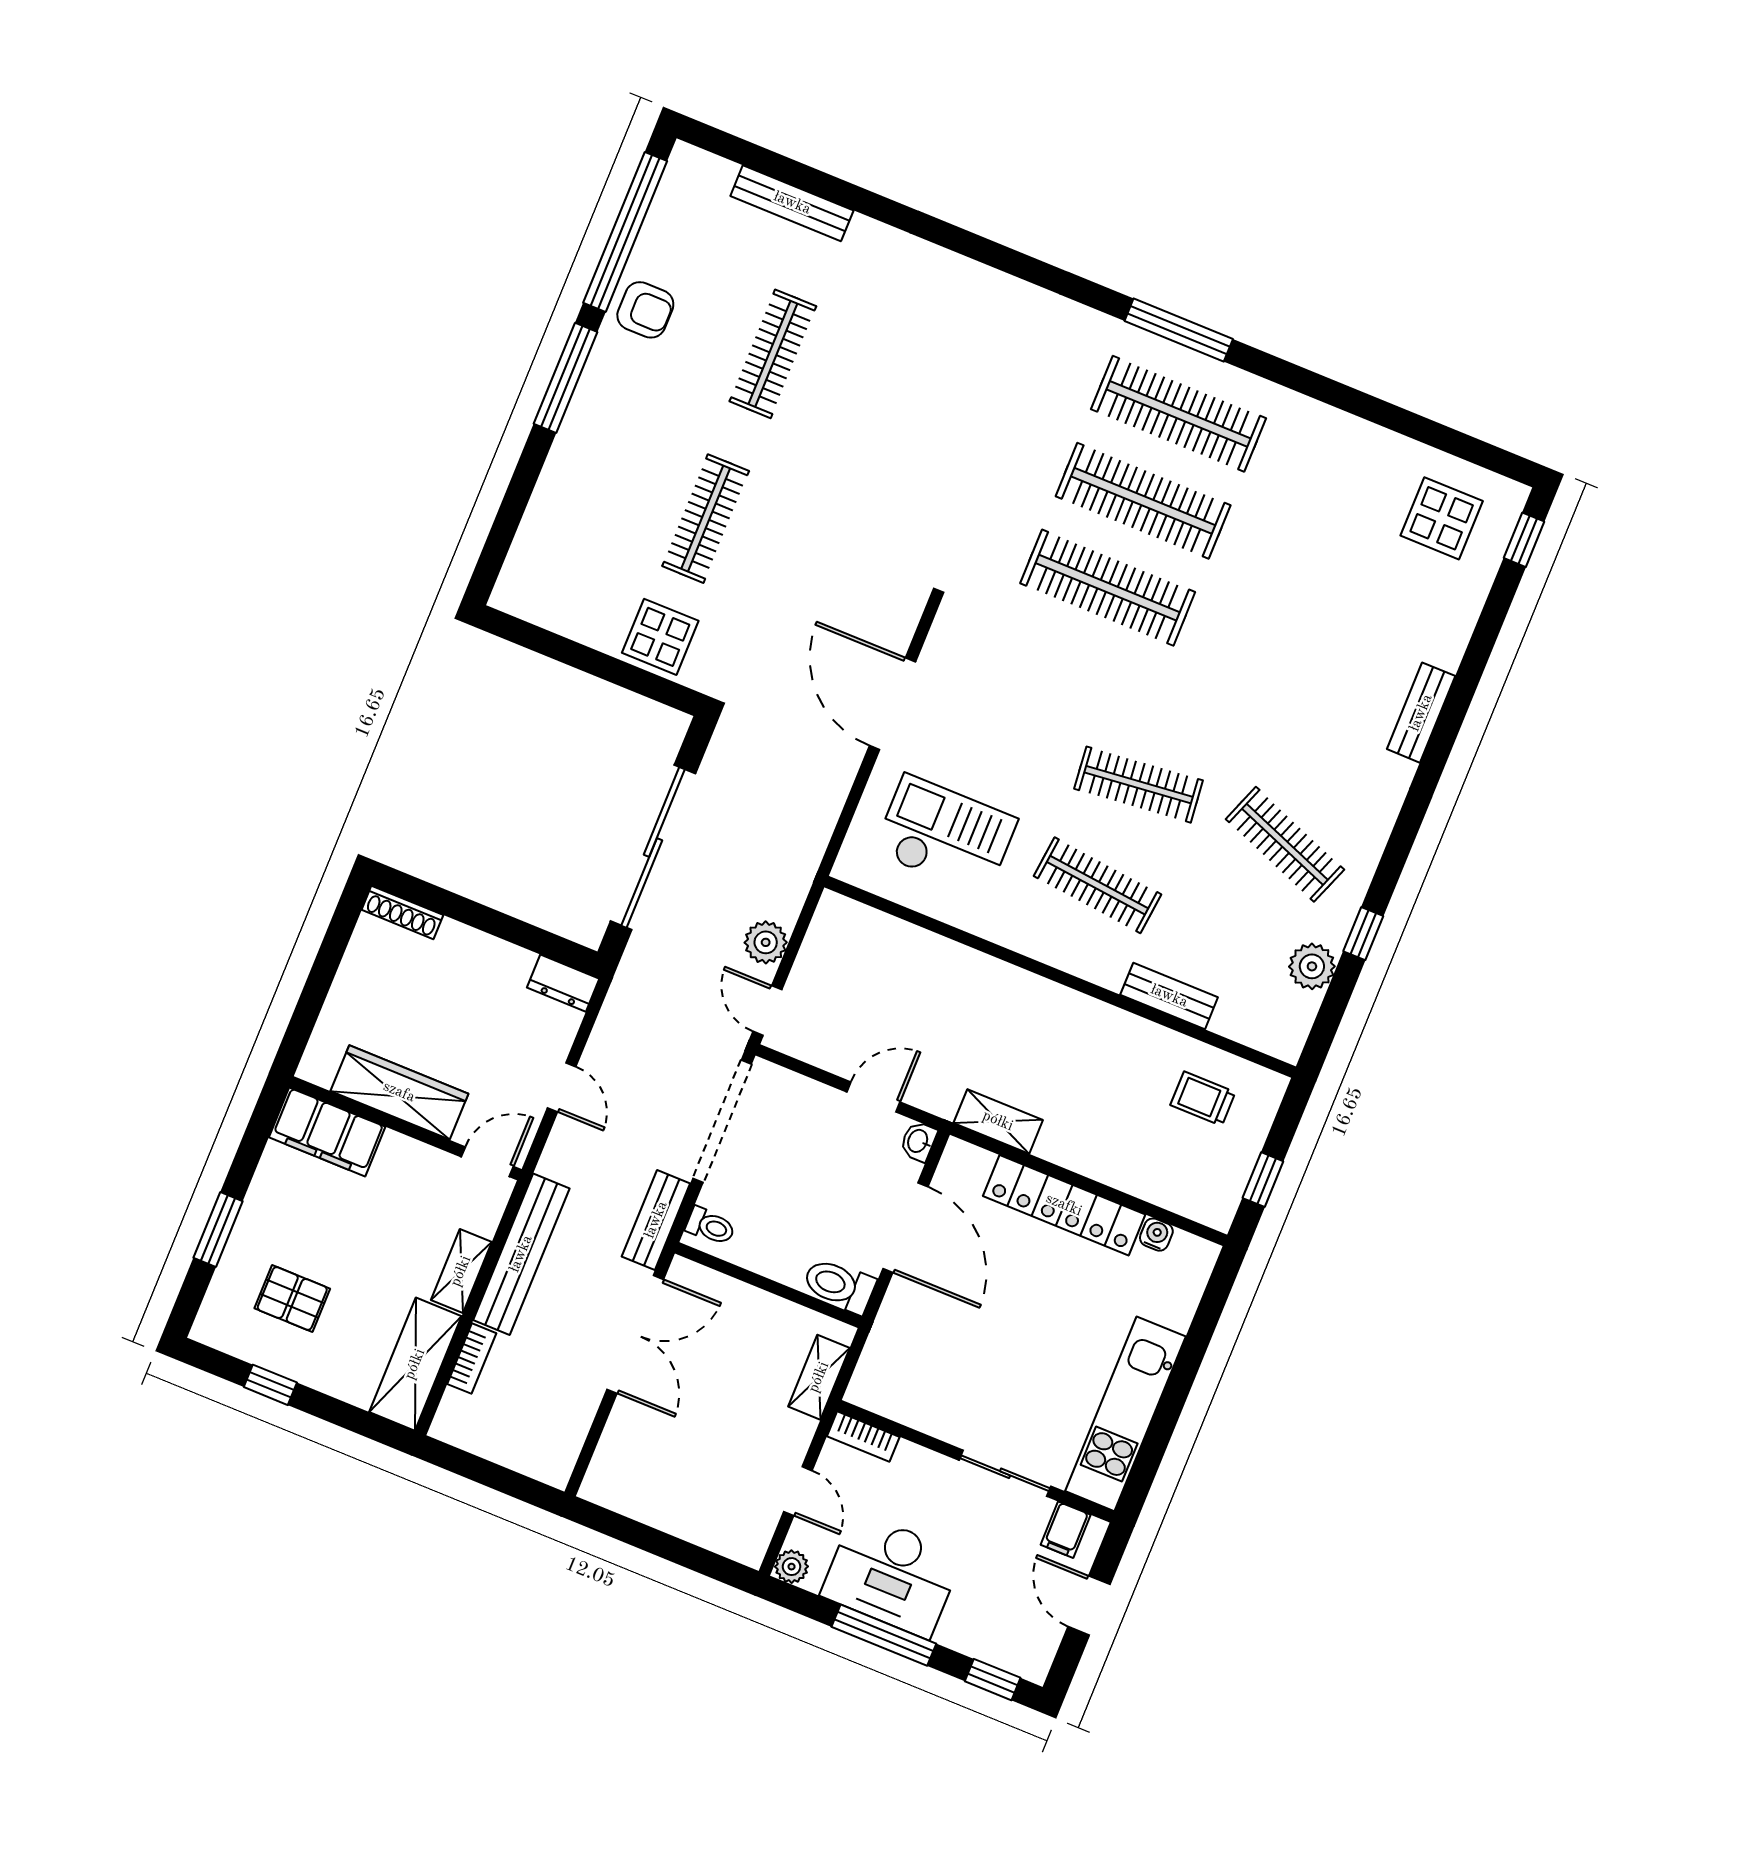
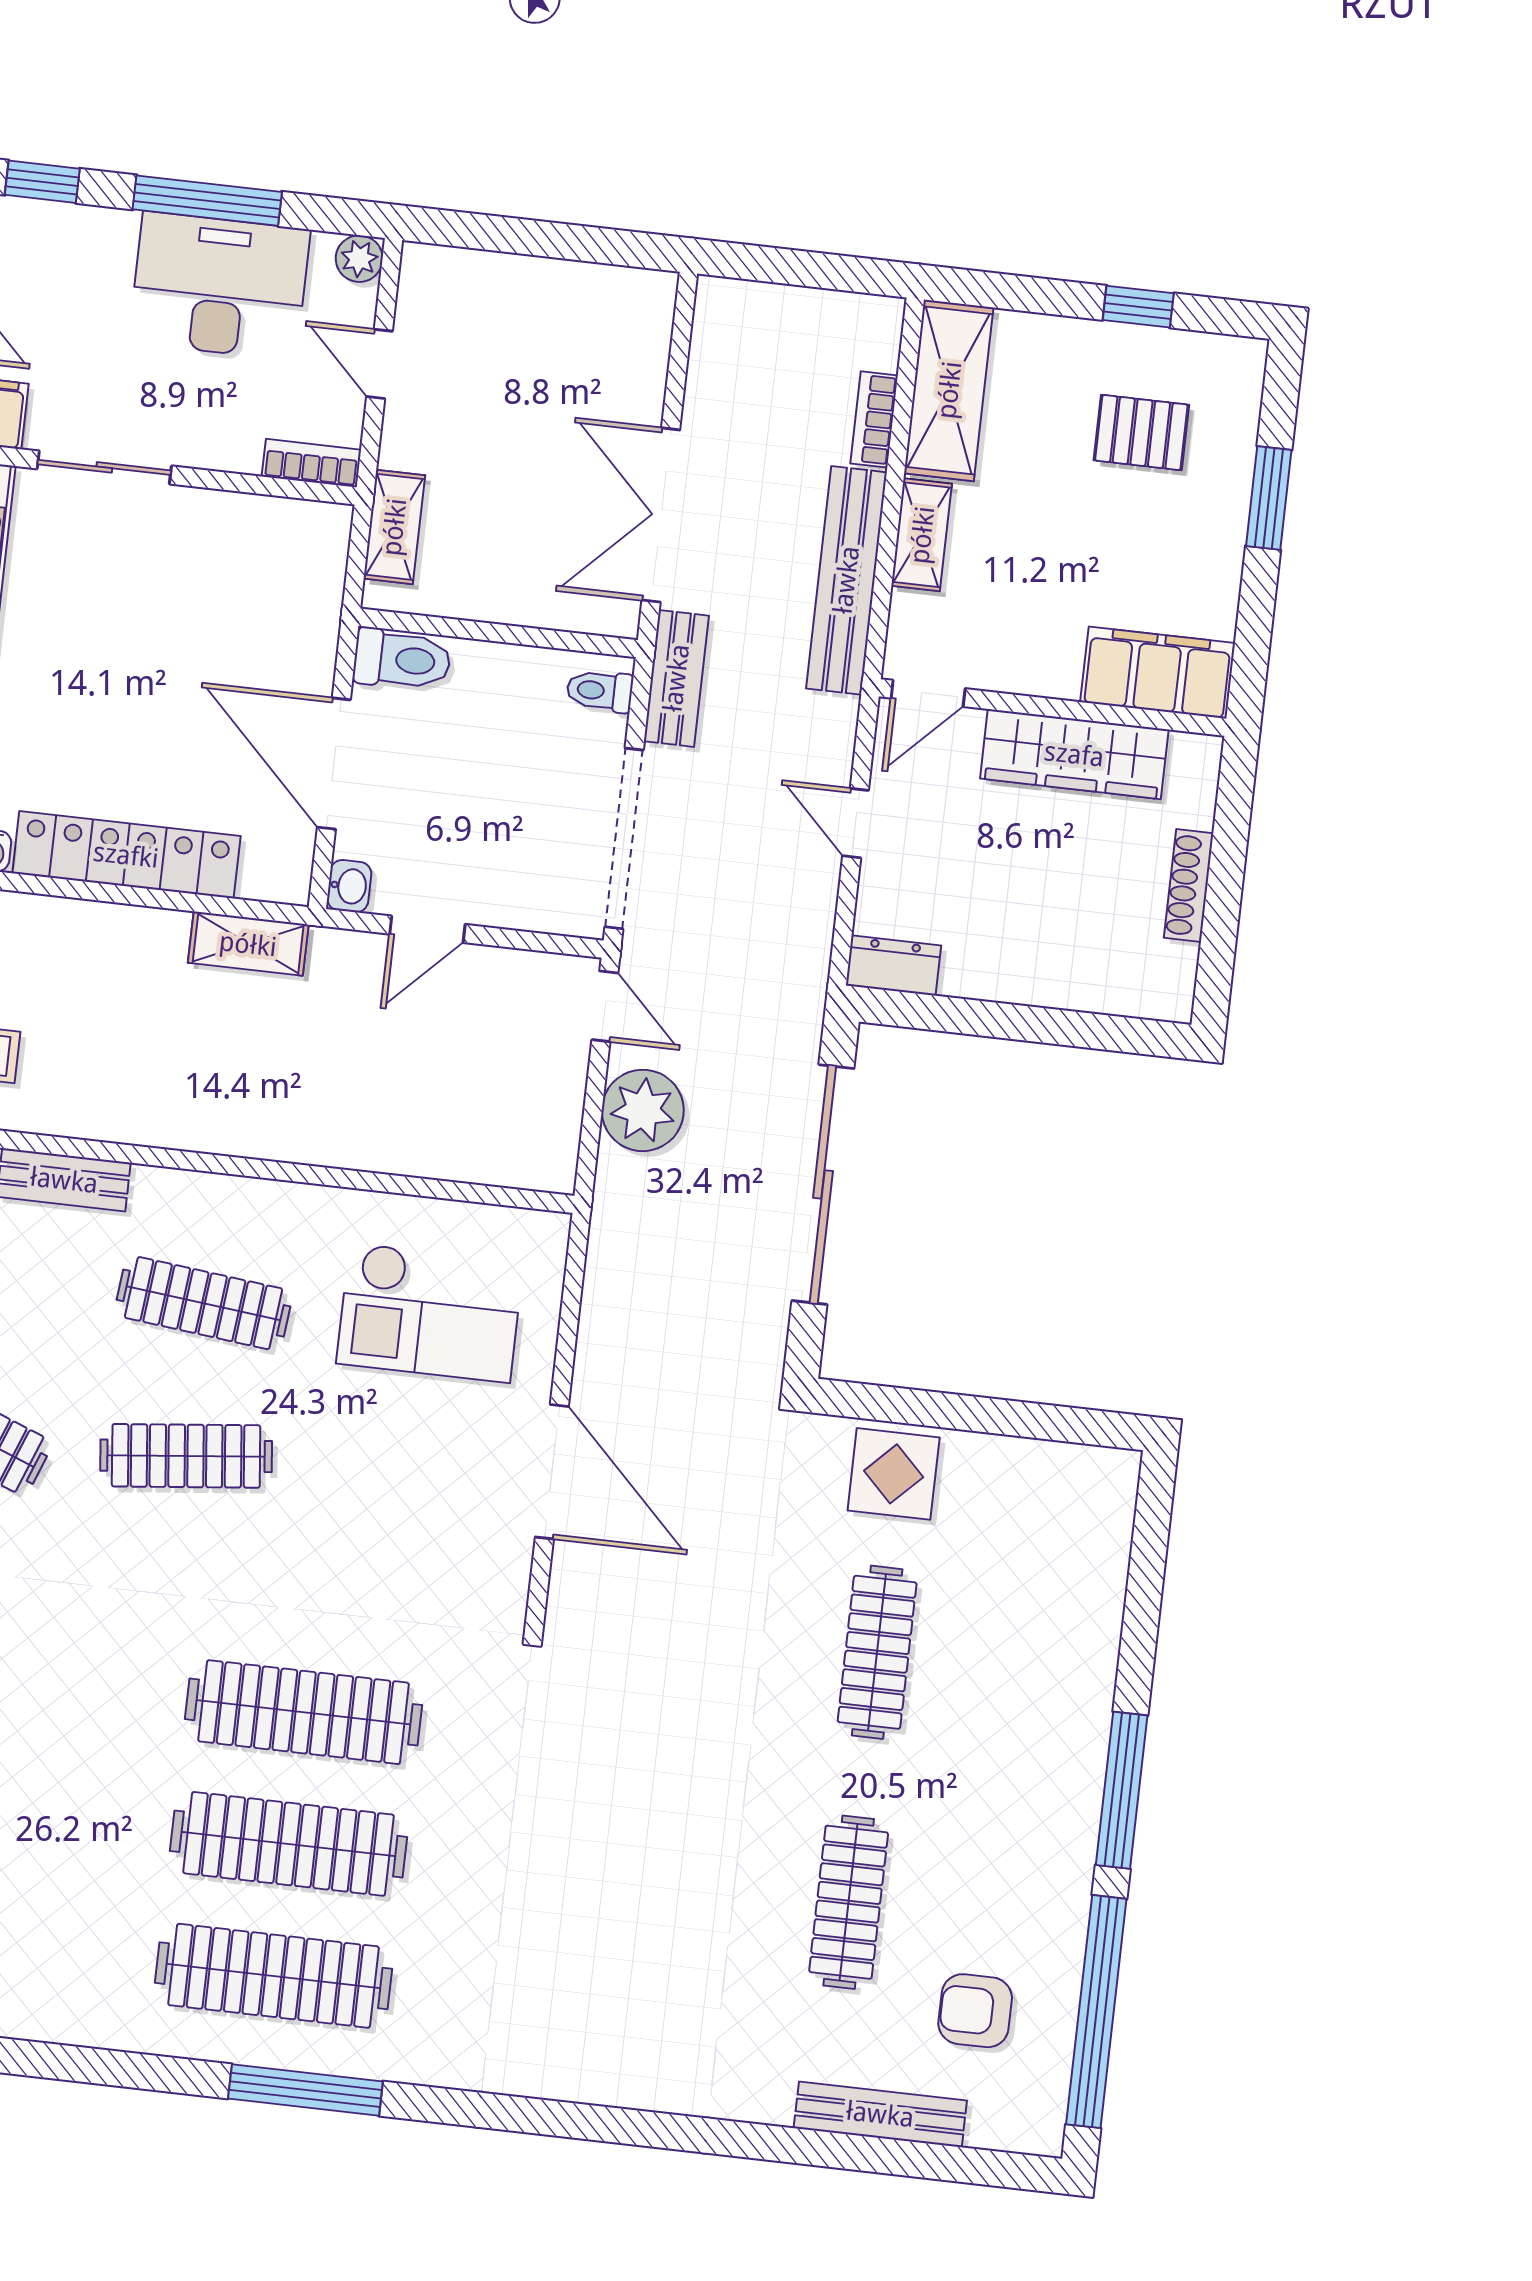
armchair: (645, 310) -> (975, 2011), moved
shoe rack: (402, 912) -> (1189, 886), moved, turned -90
plant: (766, 942) -> (643, 1110), width x1.36, depth x1.36

